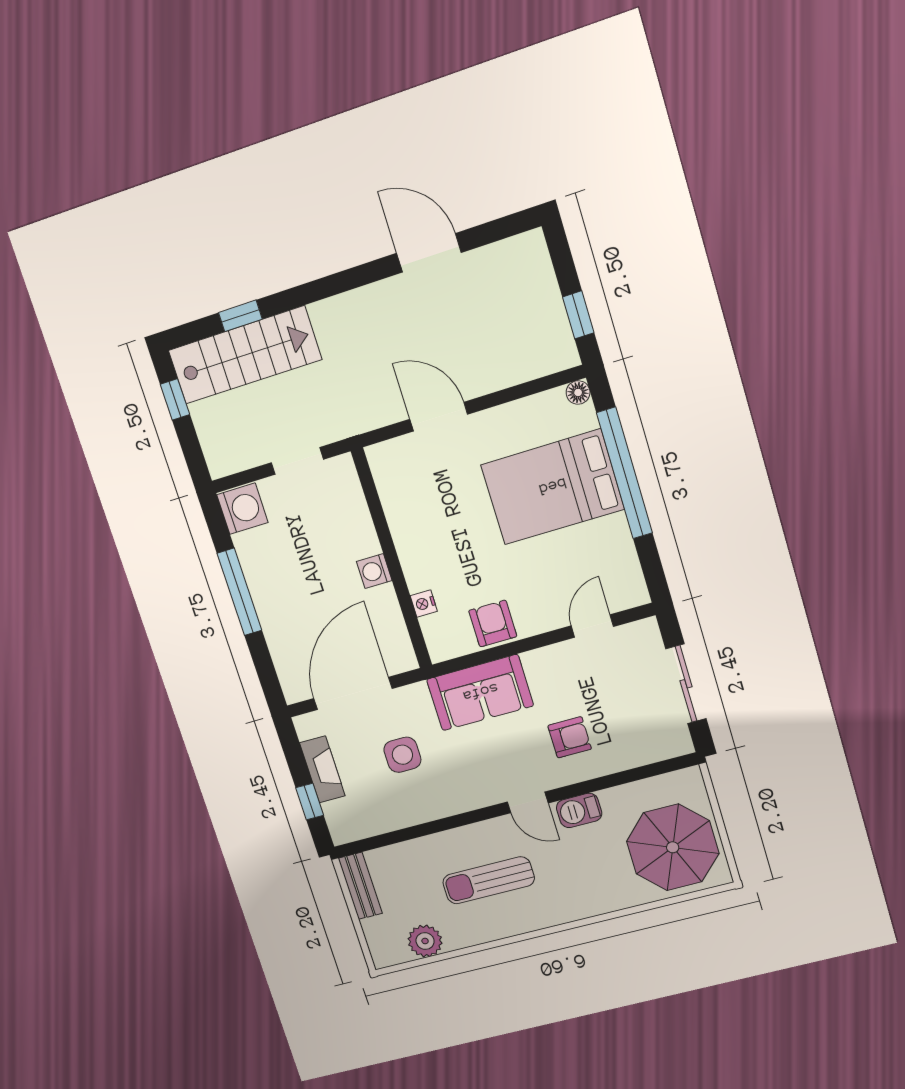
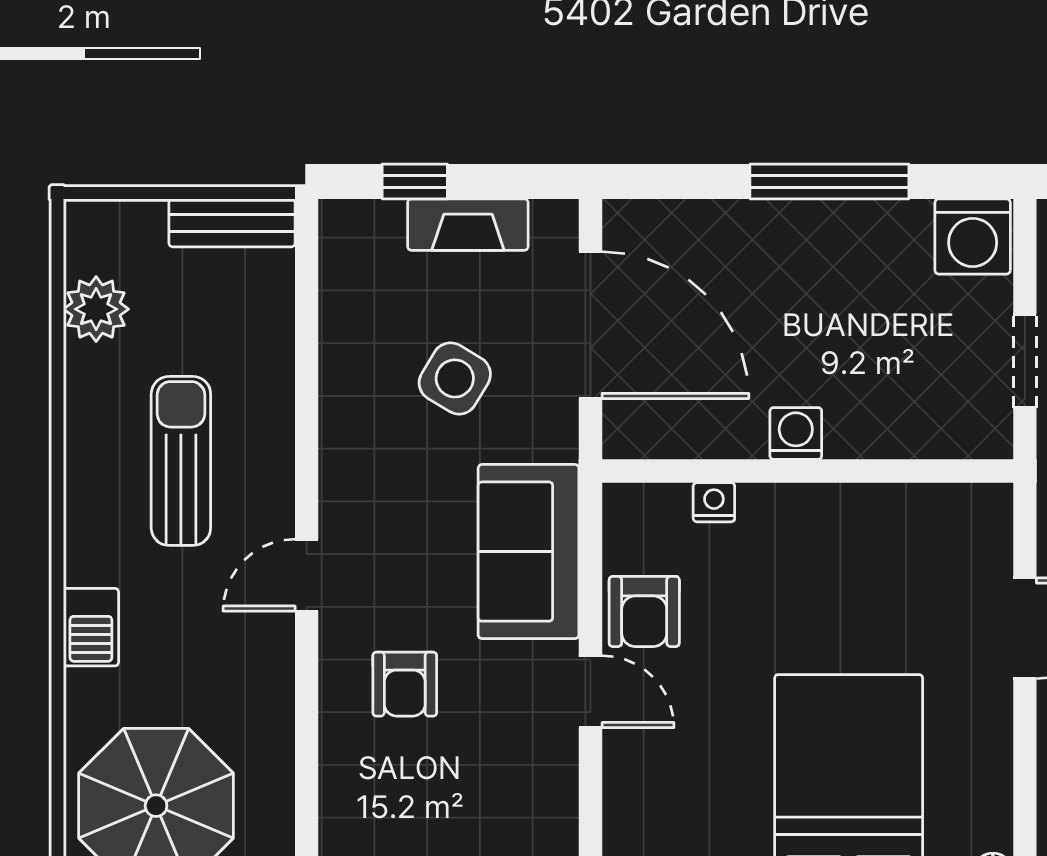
armchair: (493, 624) -> (644, 611), turned 90
door: (592, 626) -> (590, 692), moved
side table: (402, 755) -> (455, 378), turned 31
barbecue: (579, 810) -> (91, 627), moved, turned 180

